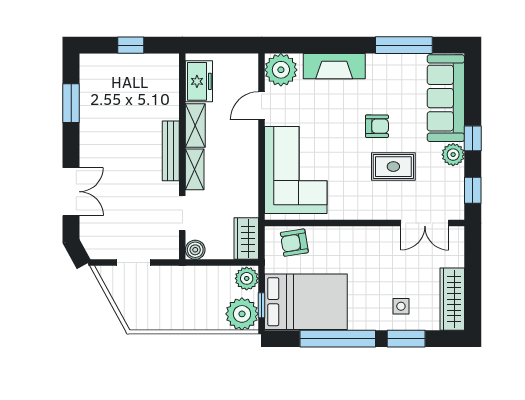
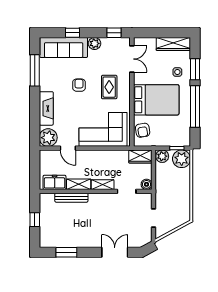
window: (473, 138) -> (73, 33), moved
bench: (171, 151) -> (71, 198), moved
rug: (393, 167) -> (109, 87), moved
bed: (306, 302) -> (156, 100), moved, turned 90

